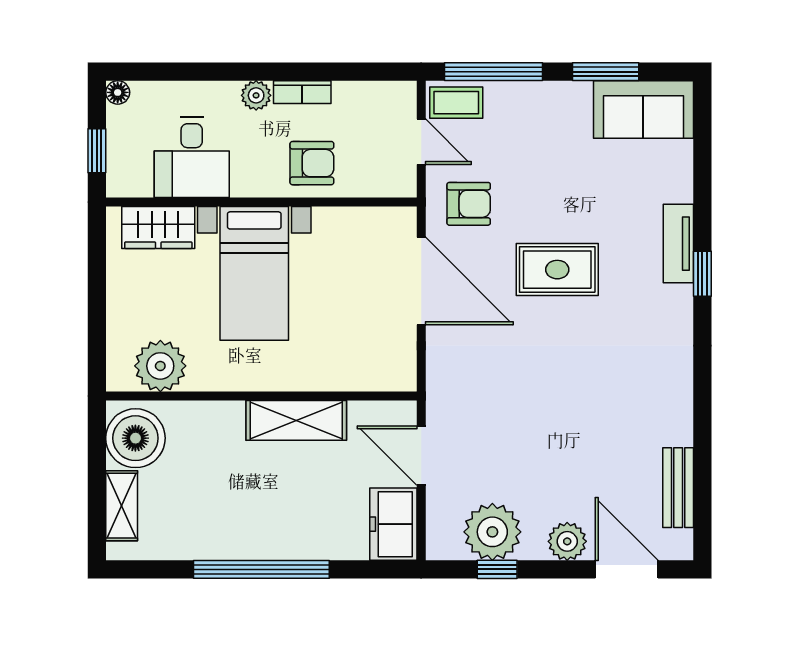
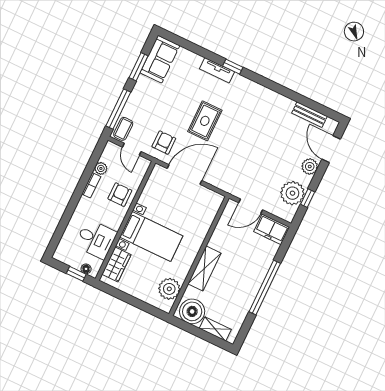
floor lamp: (118, 92) -> (86, 269), moved
plant: (256, 95) -> (101, 168), moved
door: (421, 142) -> (132, 149), swing flipped
shelving: (296, 420) -> (204, 268), moved
door: (627, 569) -> (331, 149), hinge flipped

